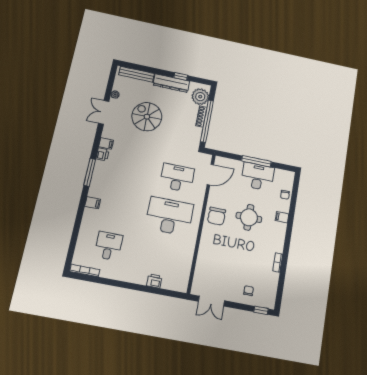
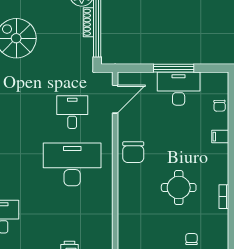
desk: (177, 178) -> (72, 112), width x0.73
round table: (249, 217) -> (179, 188), moved

